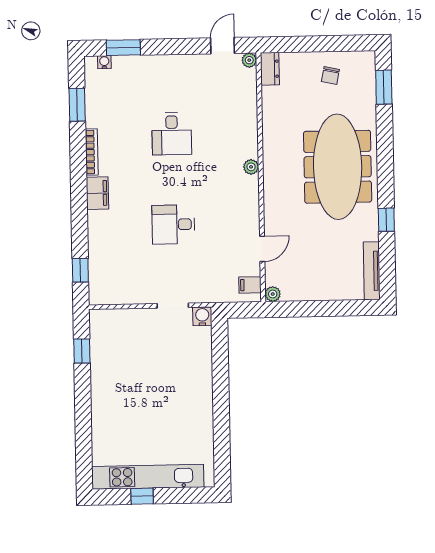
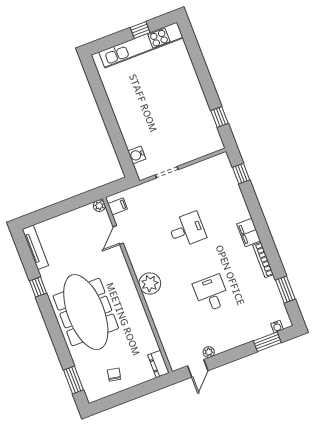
plant: (249, 60) -> (209, 352), moved
plant: (251, 167) -> (150, 283), width x1.88, depth x1.88
water cooler: (202, 316) -> (137, 155), moved, turned 90

